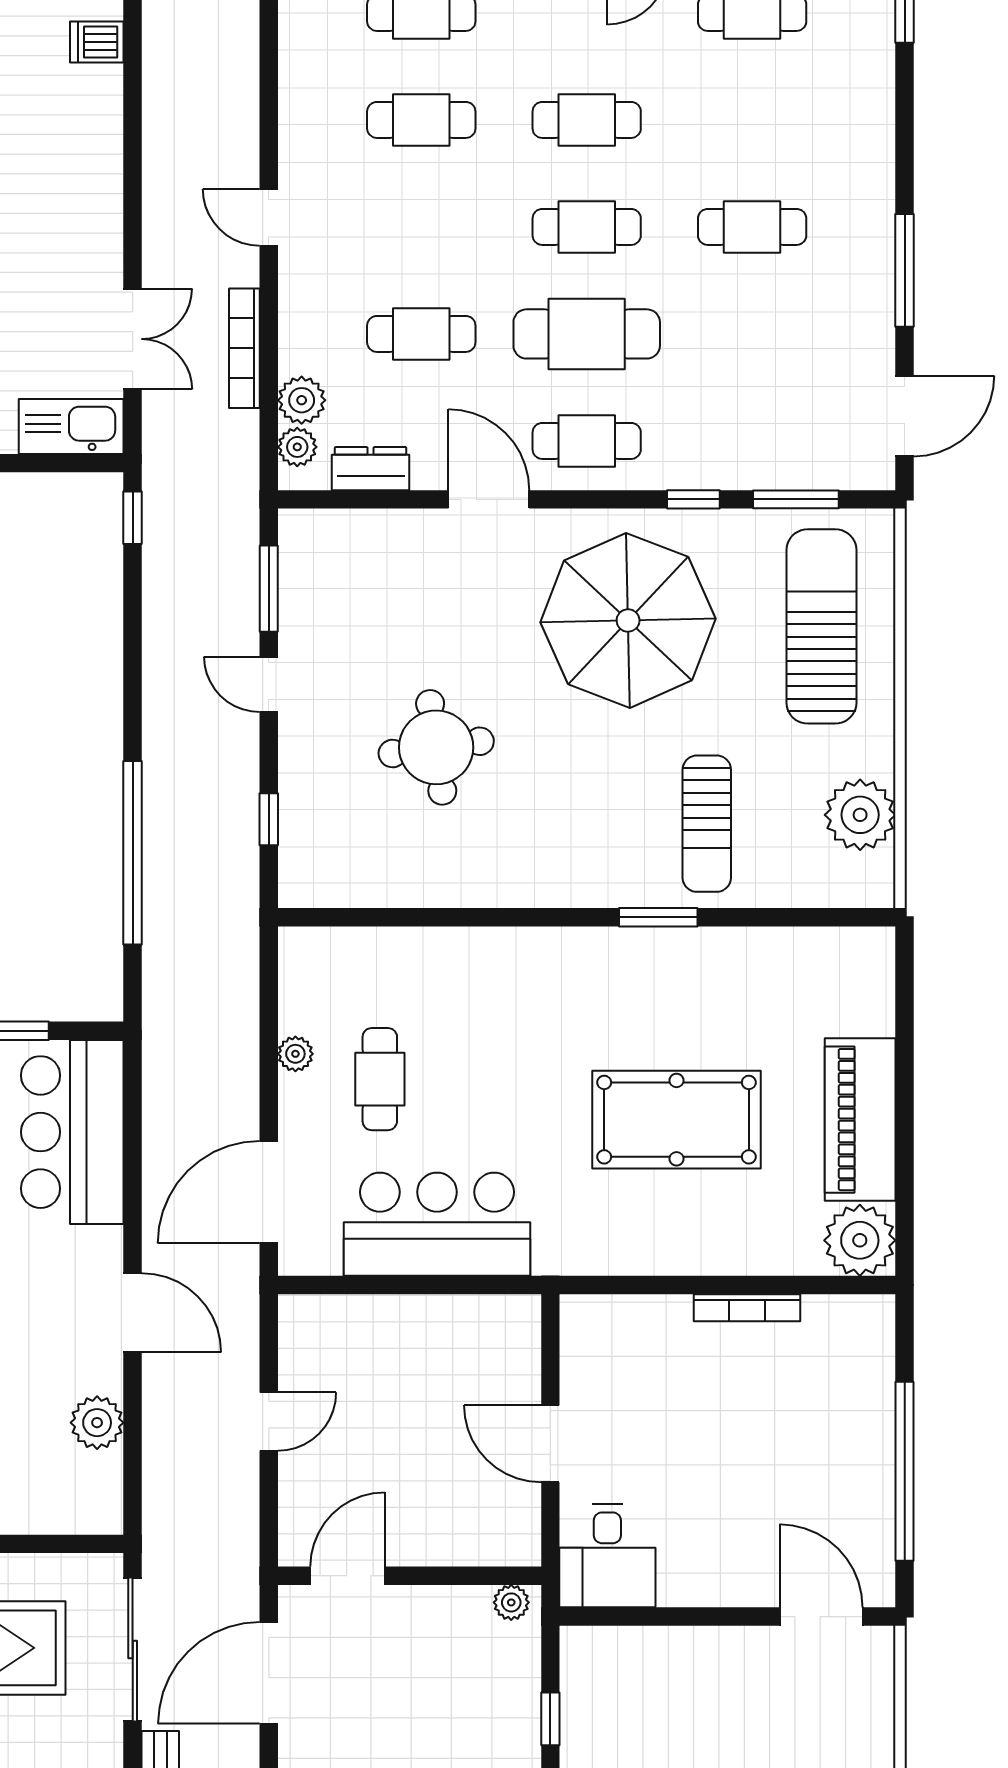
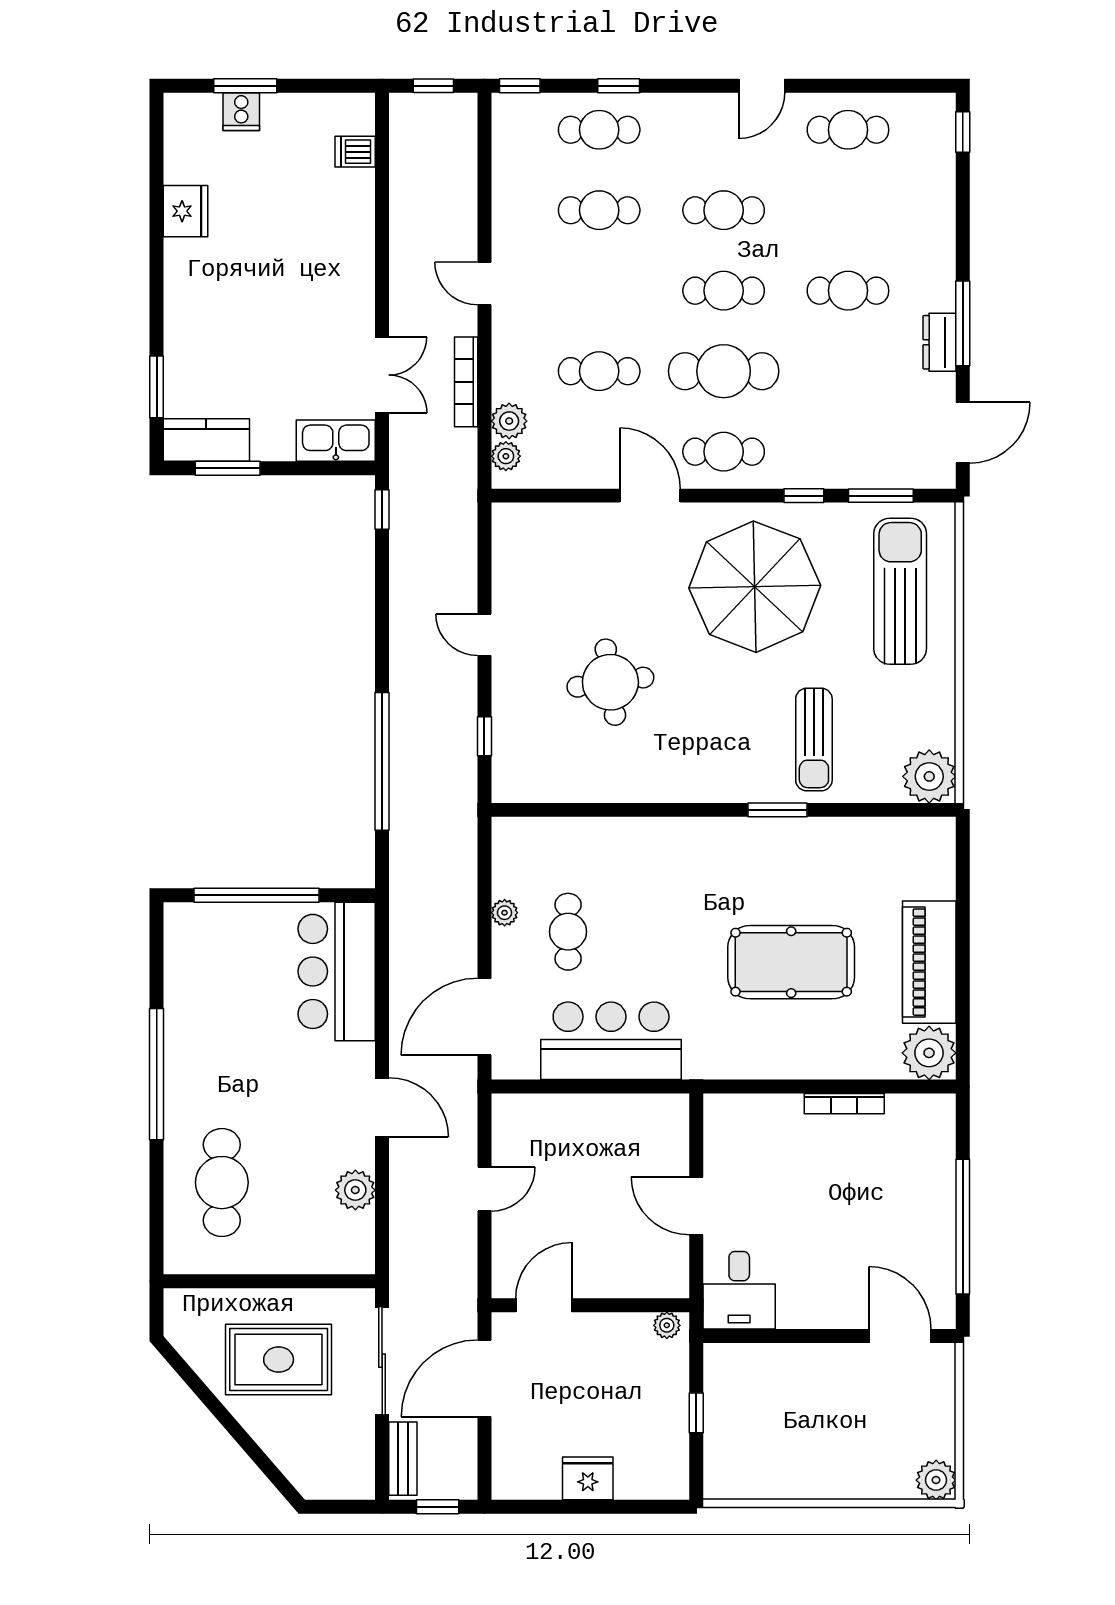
dresser: (371, 469) -> (939, 342), moved, turned -90
window: (269, 589) -> (484, 563), removed
plant: (860, 815) -> (929, 776), moved

